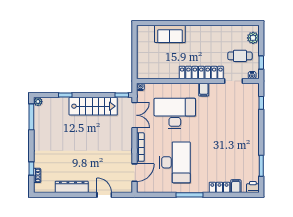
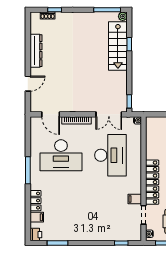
filing cabinet: (204, 90) -> (135, 199), moved
stairs: (93, 106) -> (118, 46), moved

